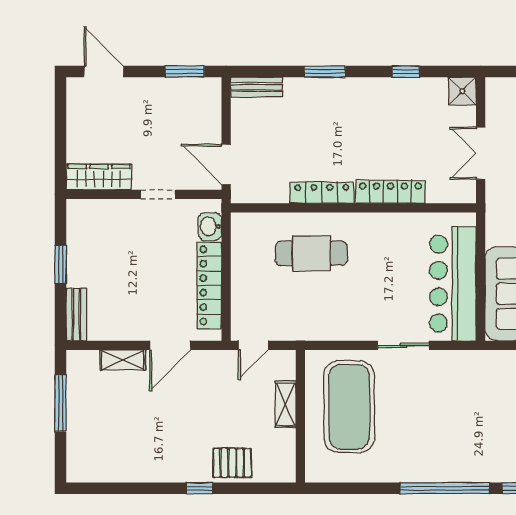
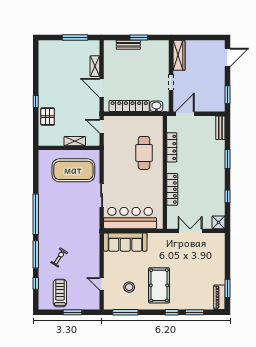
locker: (322, 193) -> (172, 147), moved
bench: (76, 315) -> (128, 45), moved

